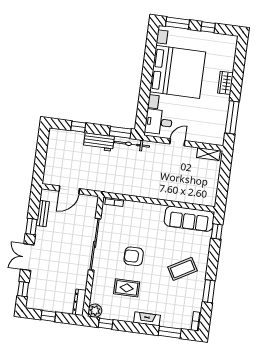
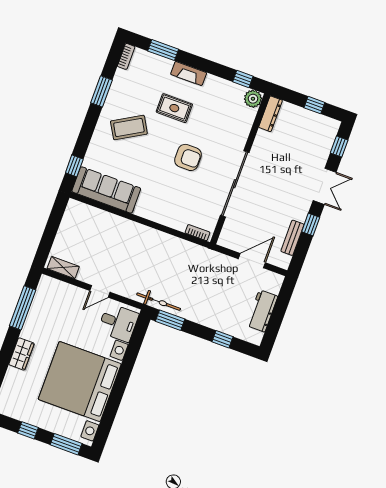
workbench: (99, 142) -> (262, 311), moved, turned -90
rug: (127, 288) -> (174, 108), moved

